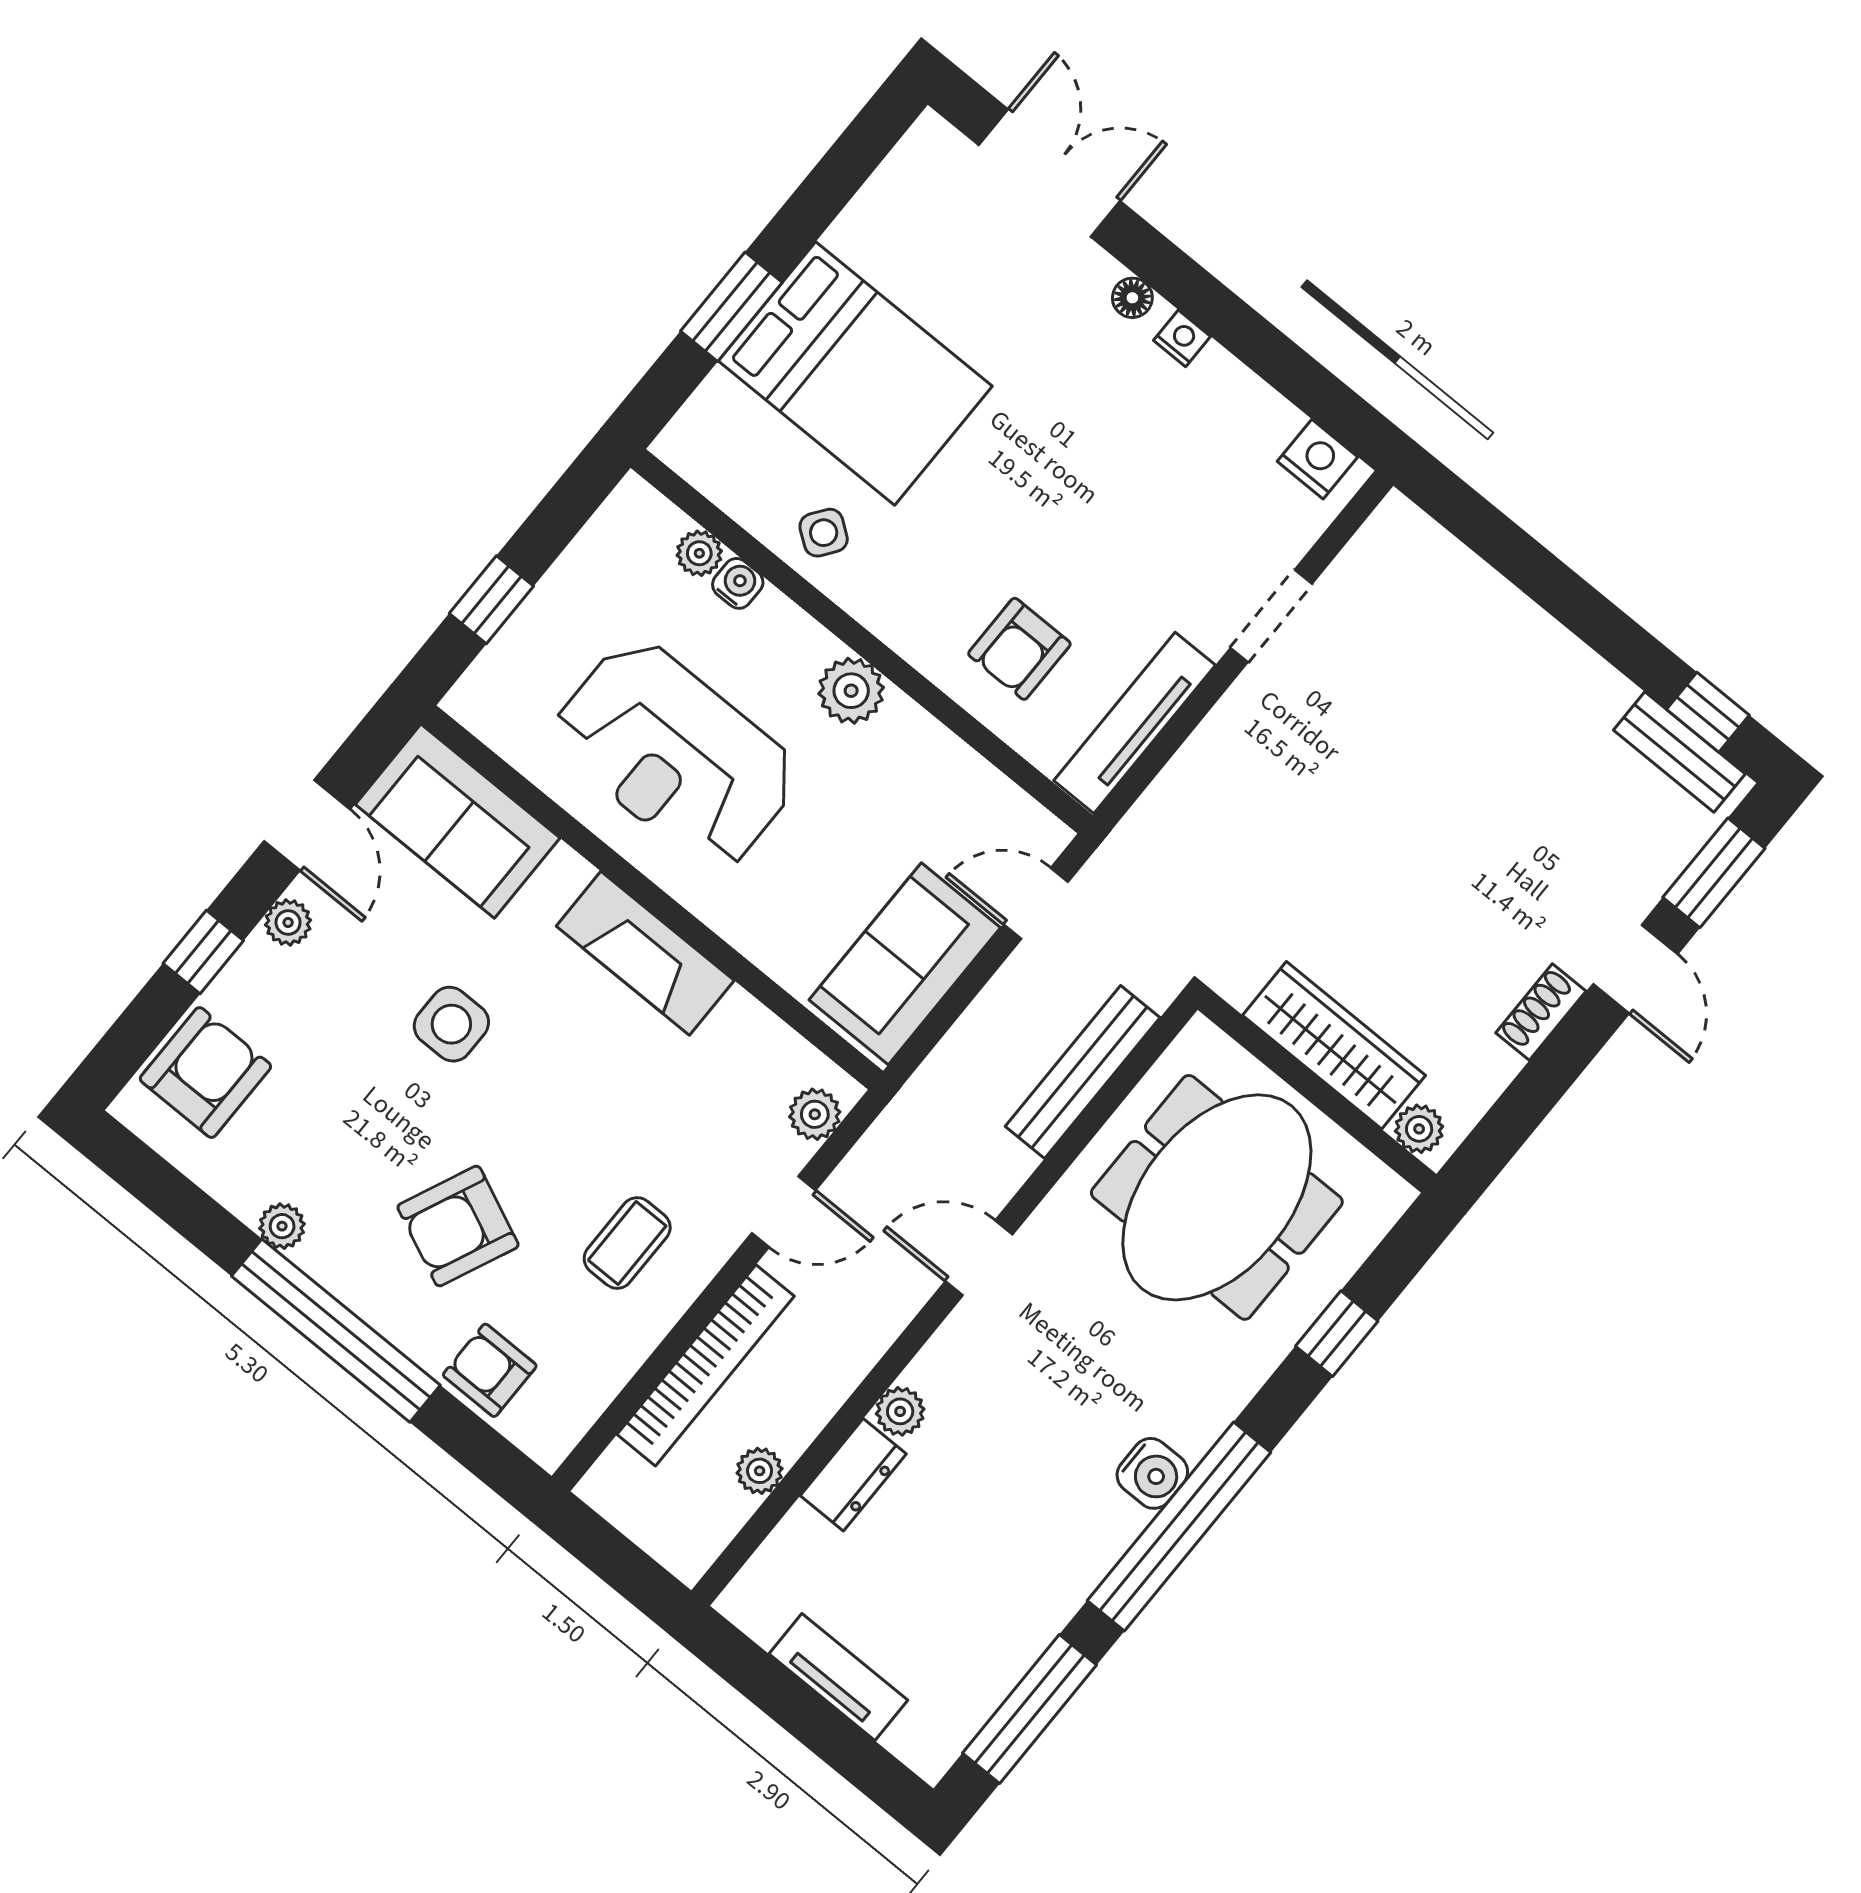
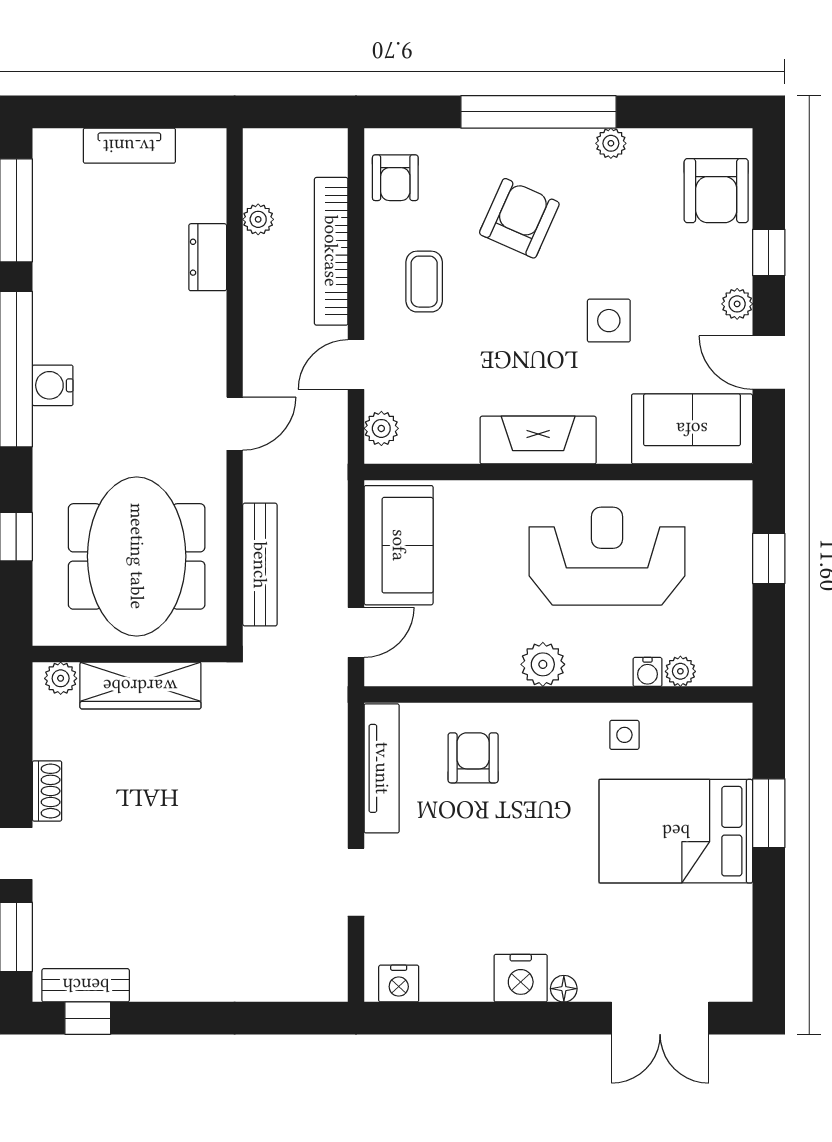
nightstand: (1182, 338) -> (521, 978), width x1.89, depth x1.79
side table: (824, 533) -> (624, 735), turned -36
armchair: (490, 1370) -> (395, 178), moved, turned 90
plant: (900, 1411) -> (210, 310), removed

